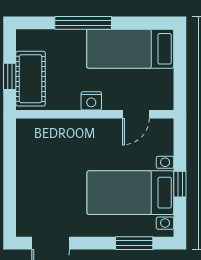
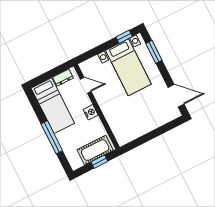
dresser: (165, 86) -> (63, 78), added
window: (180, 184) -> (124, 37), moved

